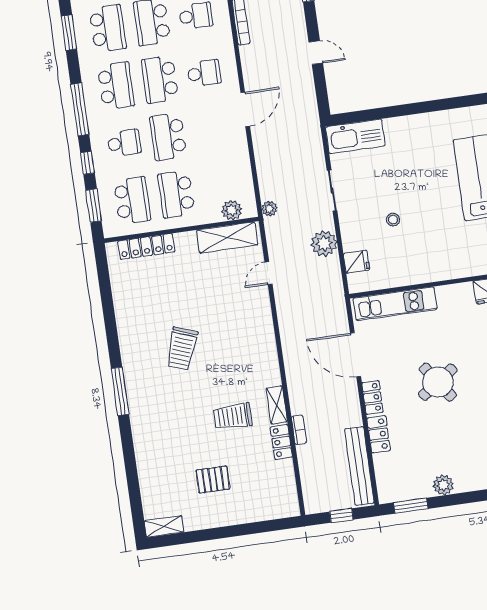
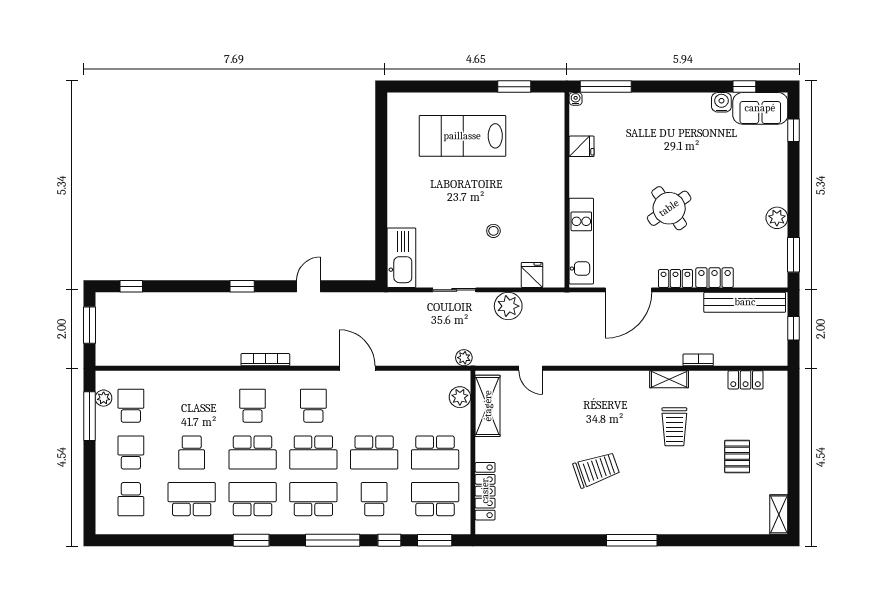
trolley: (182, 348) -> (596, 470), turned -39
locker: (281, 442) -> (746, 380), moved

